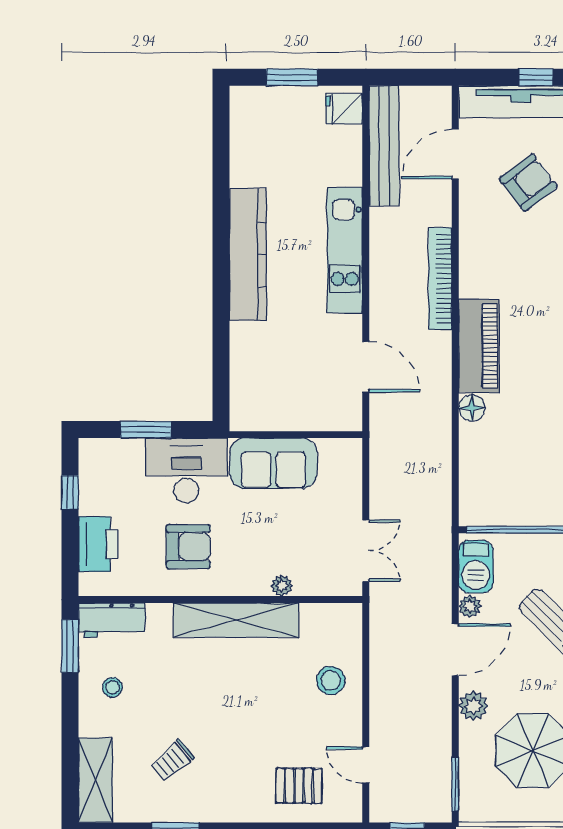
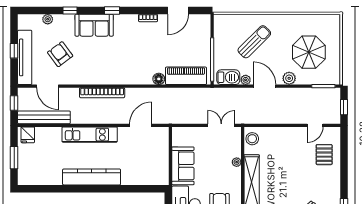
window: (417, 77) -> (14, 103), added
piano: (479, 346) -> (186, 76), moved
stool: (331, 680) -> (252, 139), moved

